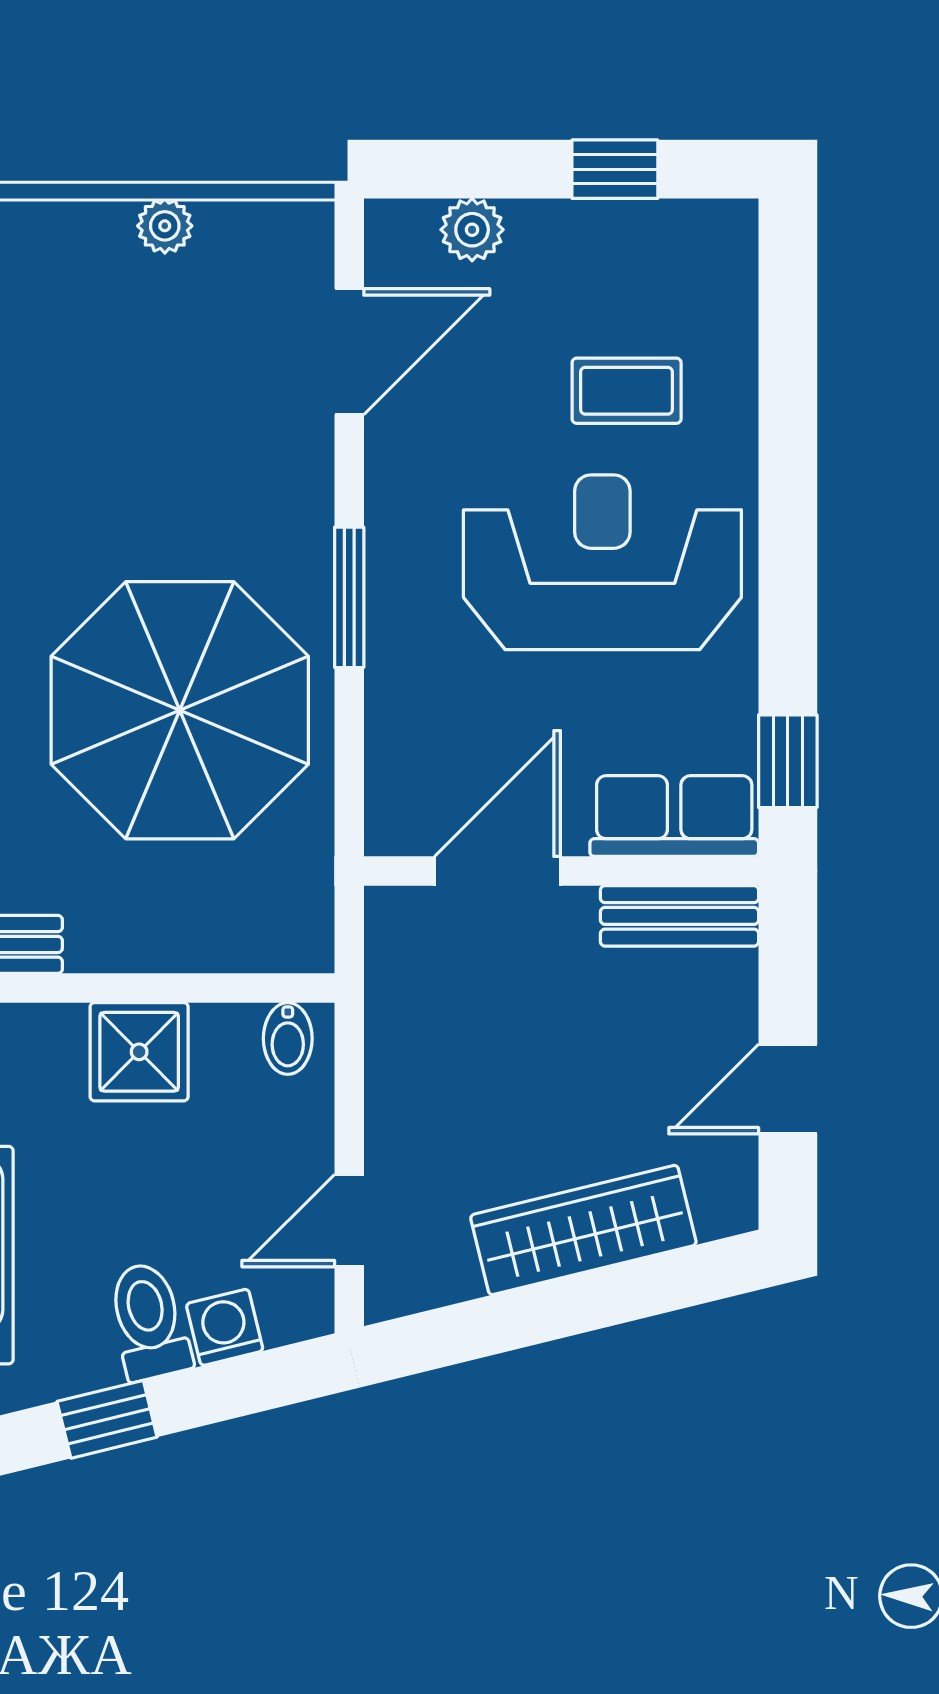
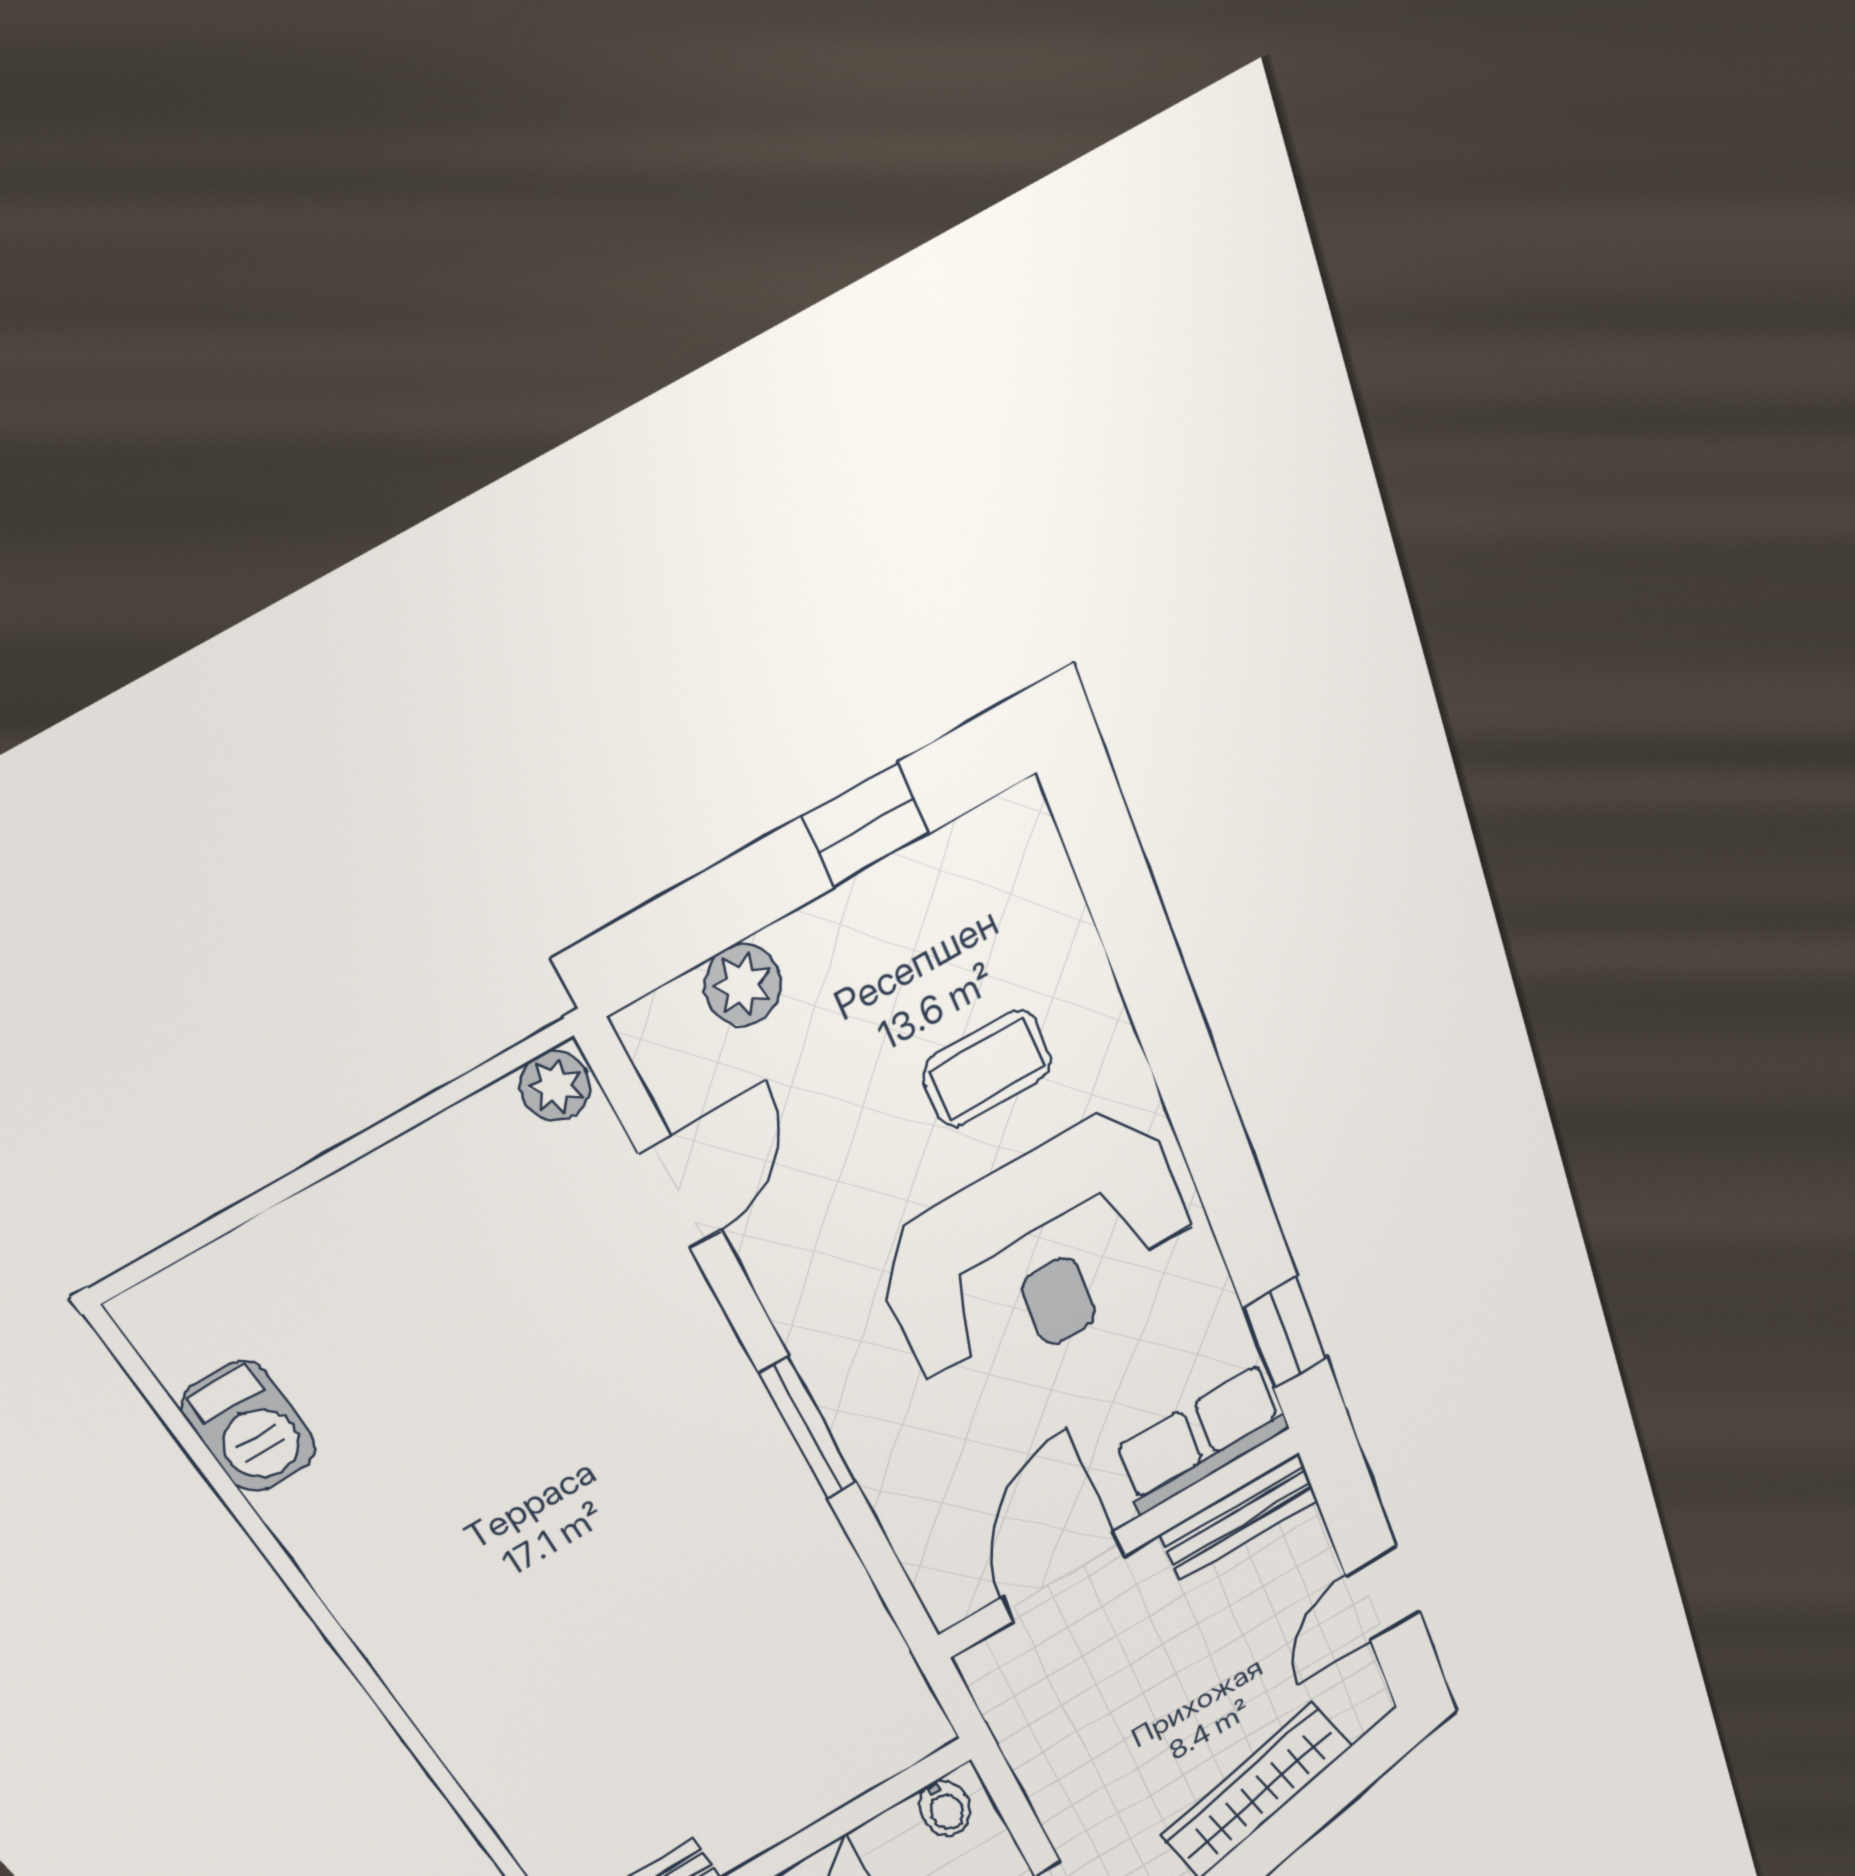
plant: (165, 226) -> (555, 1086), moved
door: (349, 352) -> (680, 1192), width x0.73
reception desk: (602, 562) -> (1038, 1253), turned 180
parasol: (180, 710) -> (702, 1619), removed

